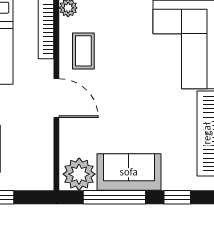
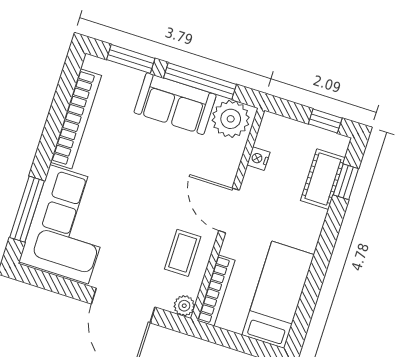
nightstand: (46, 149) -> (258, 159), added
window: (177, 197) -> (131, 59), width x1.50

